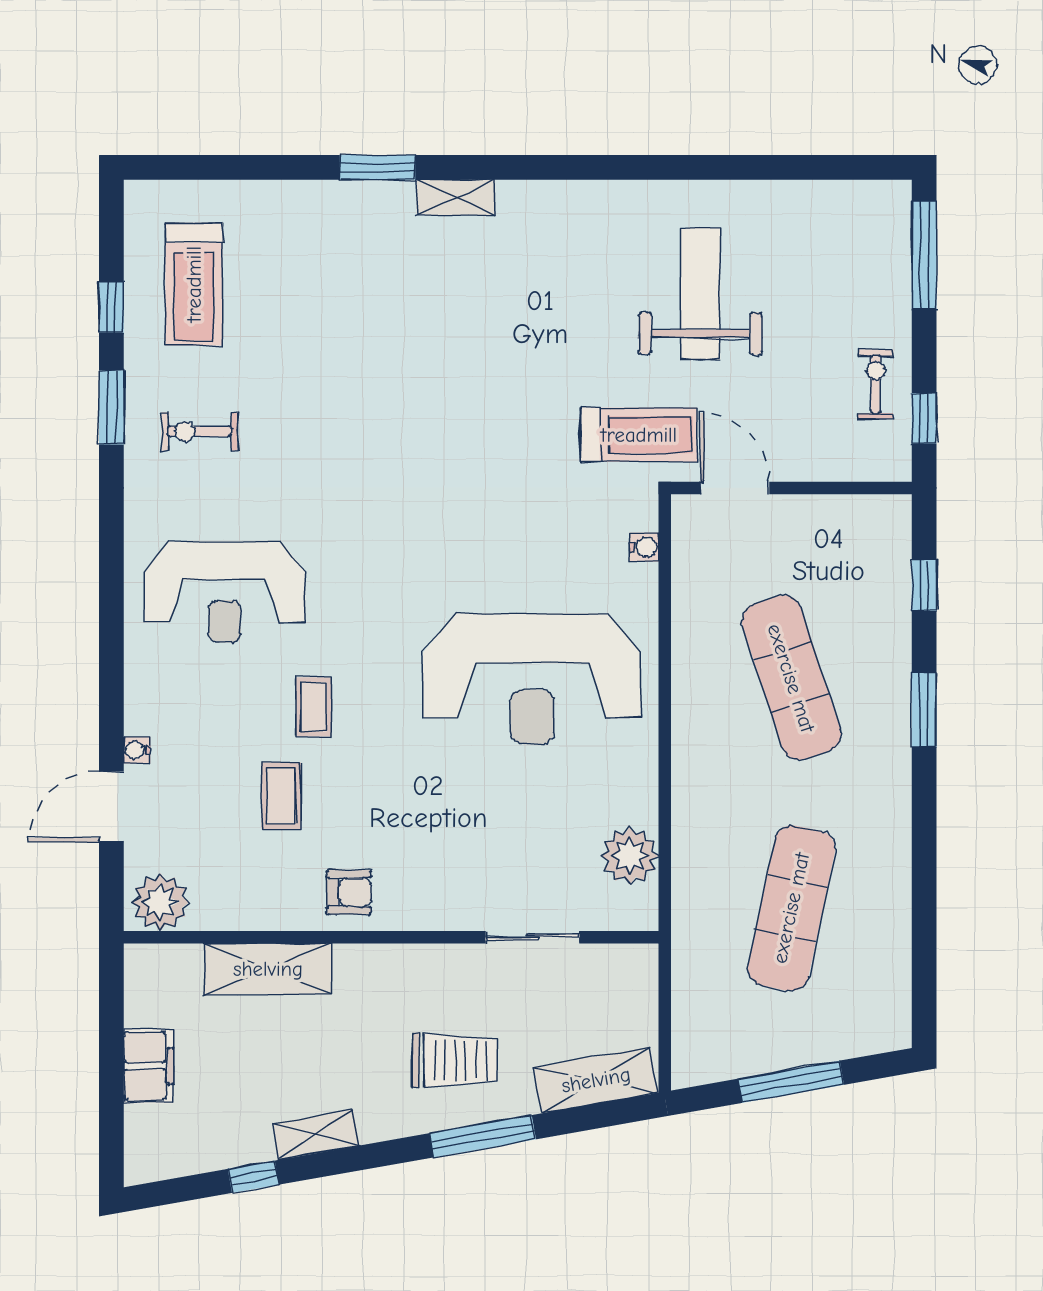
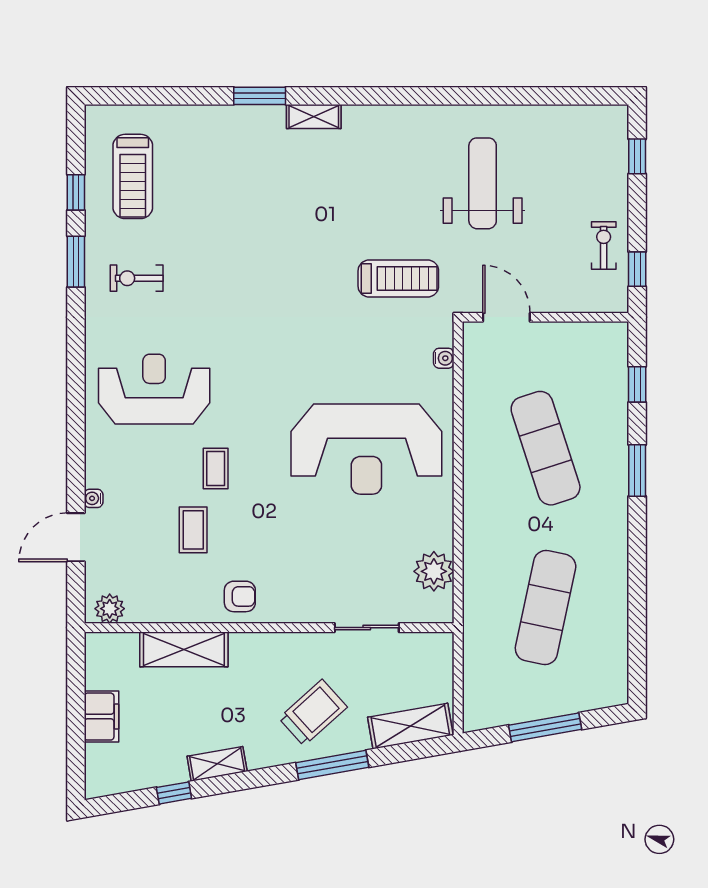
window: (924, 255) -> (637, 156), width x0.46
treadmill: (639, 435) -> (398, 279), moved
reception desk: (225, 592) -> (154, 389), turned 180
plant: (160, 902) -> (110, 609), width x0.73, depth x0.73
trolley: (455, 1060) -> (313, 713), turned -42

